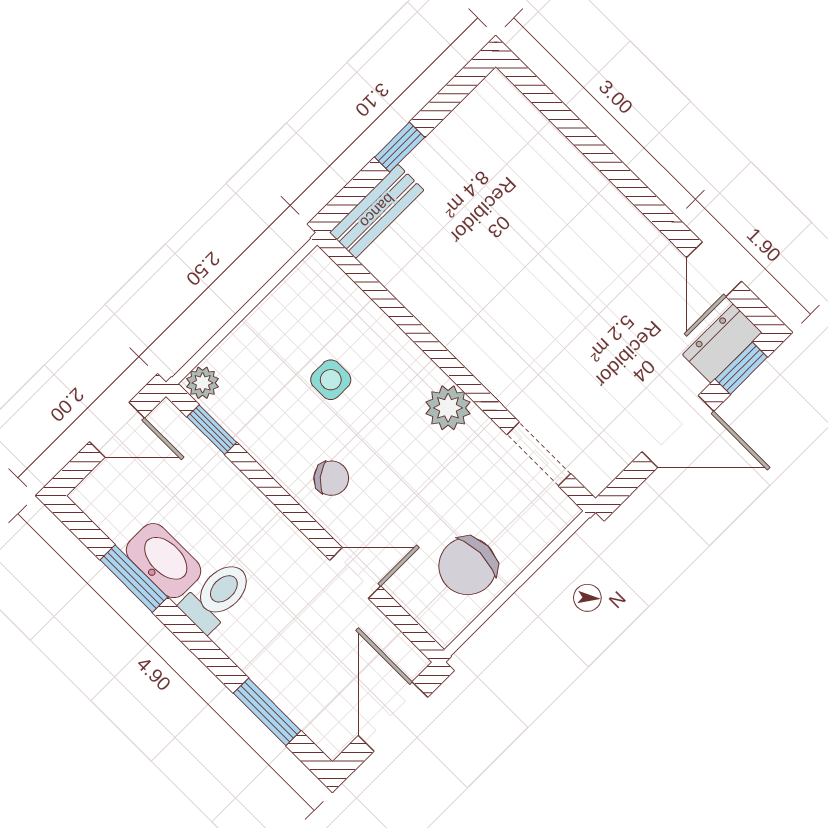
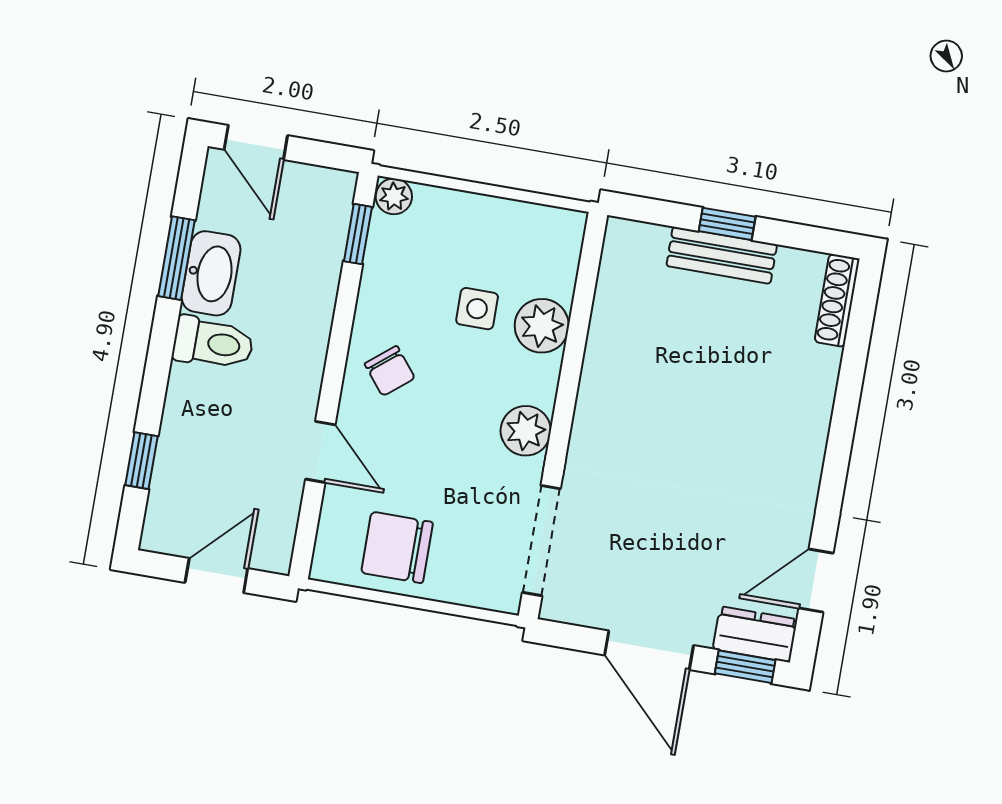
shoe rack: (515, 105) -> (837, 300), added
bench: (377, 211) -> (722, 255), moved
plant: (378, 340) -> (542, 326), added
door: (117, 430) -> (256, 142), moved
doorway: (539, 454) -> (541, 540), width x1.38
window: (267, 712) -> (141, 461), width x0.67
door: (393, 716) -> (216, 576), width x0.73

